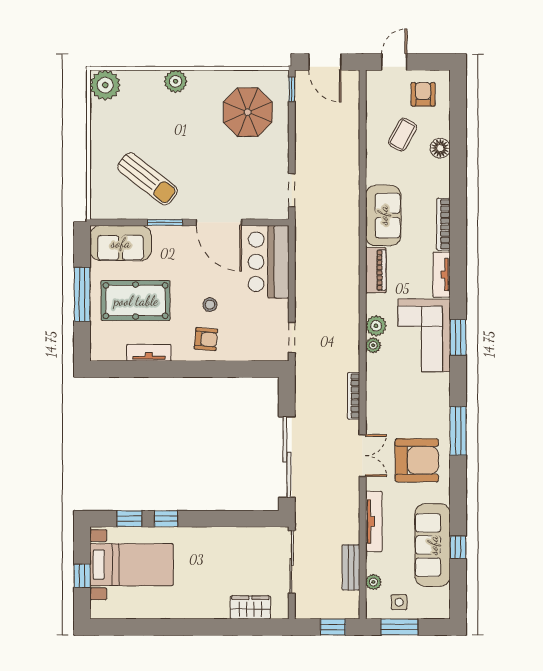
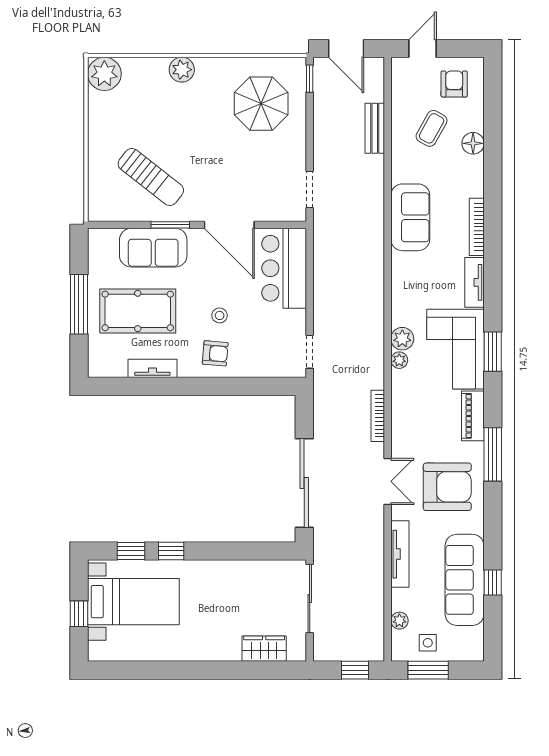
sofa: (121, 243) -> (153, 248), moved
piano: (376, 270) -> (473, 416), moved, turned 180
bench: (351, 567) -> (375, 128), moved

